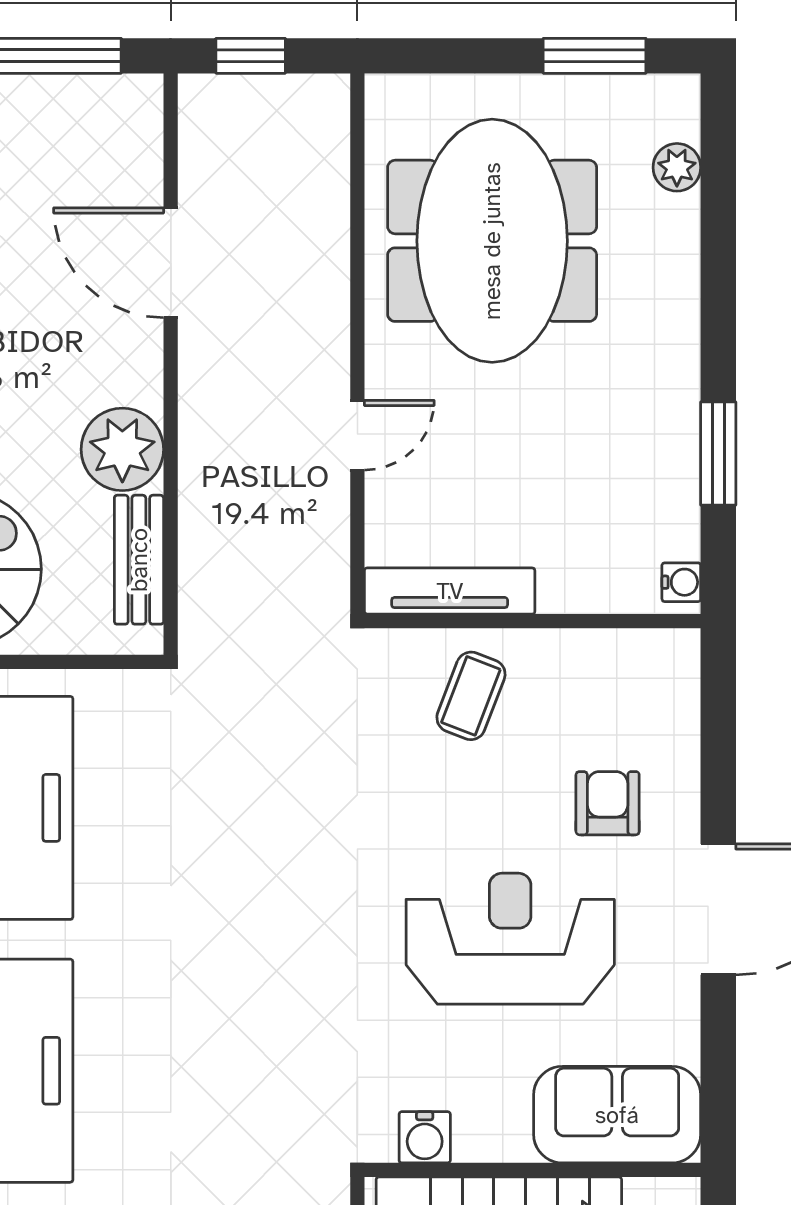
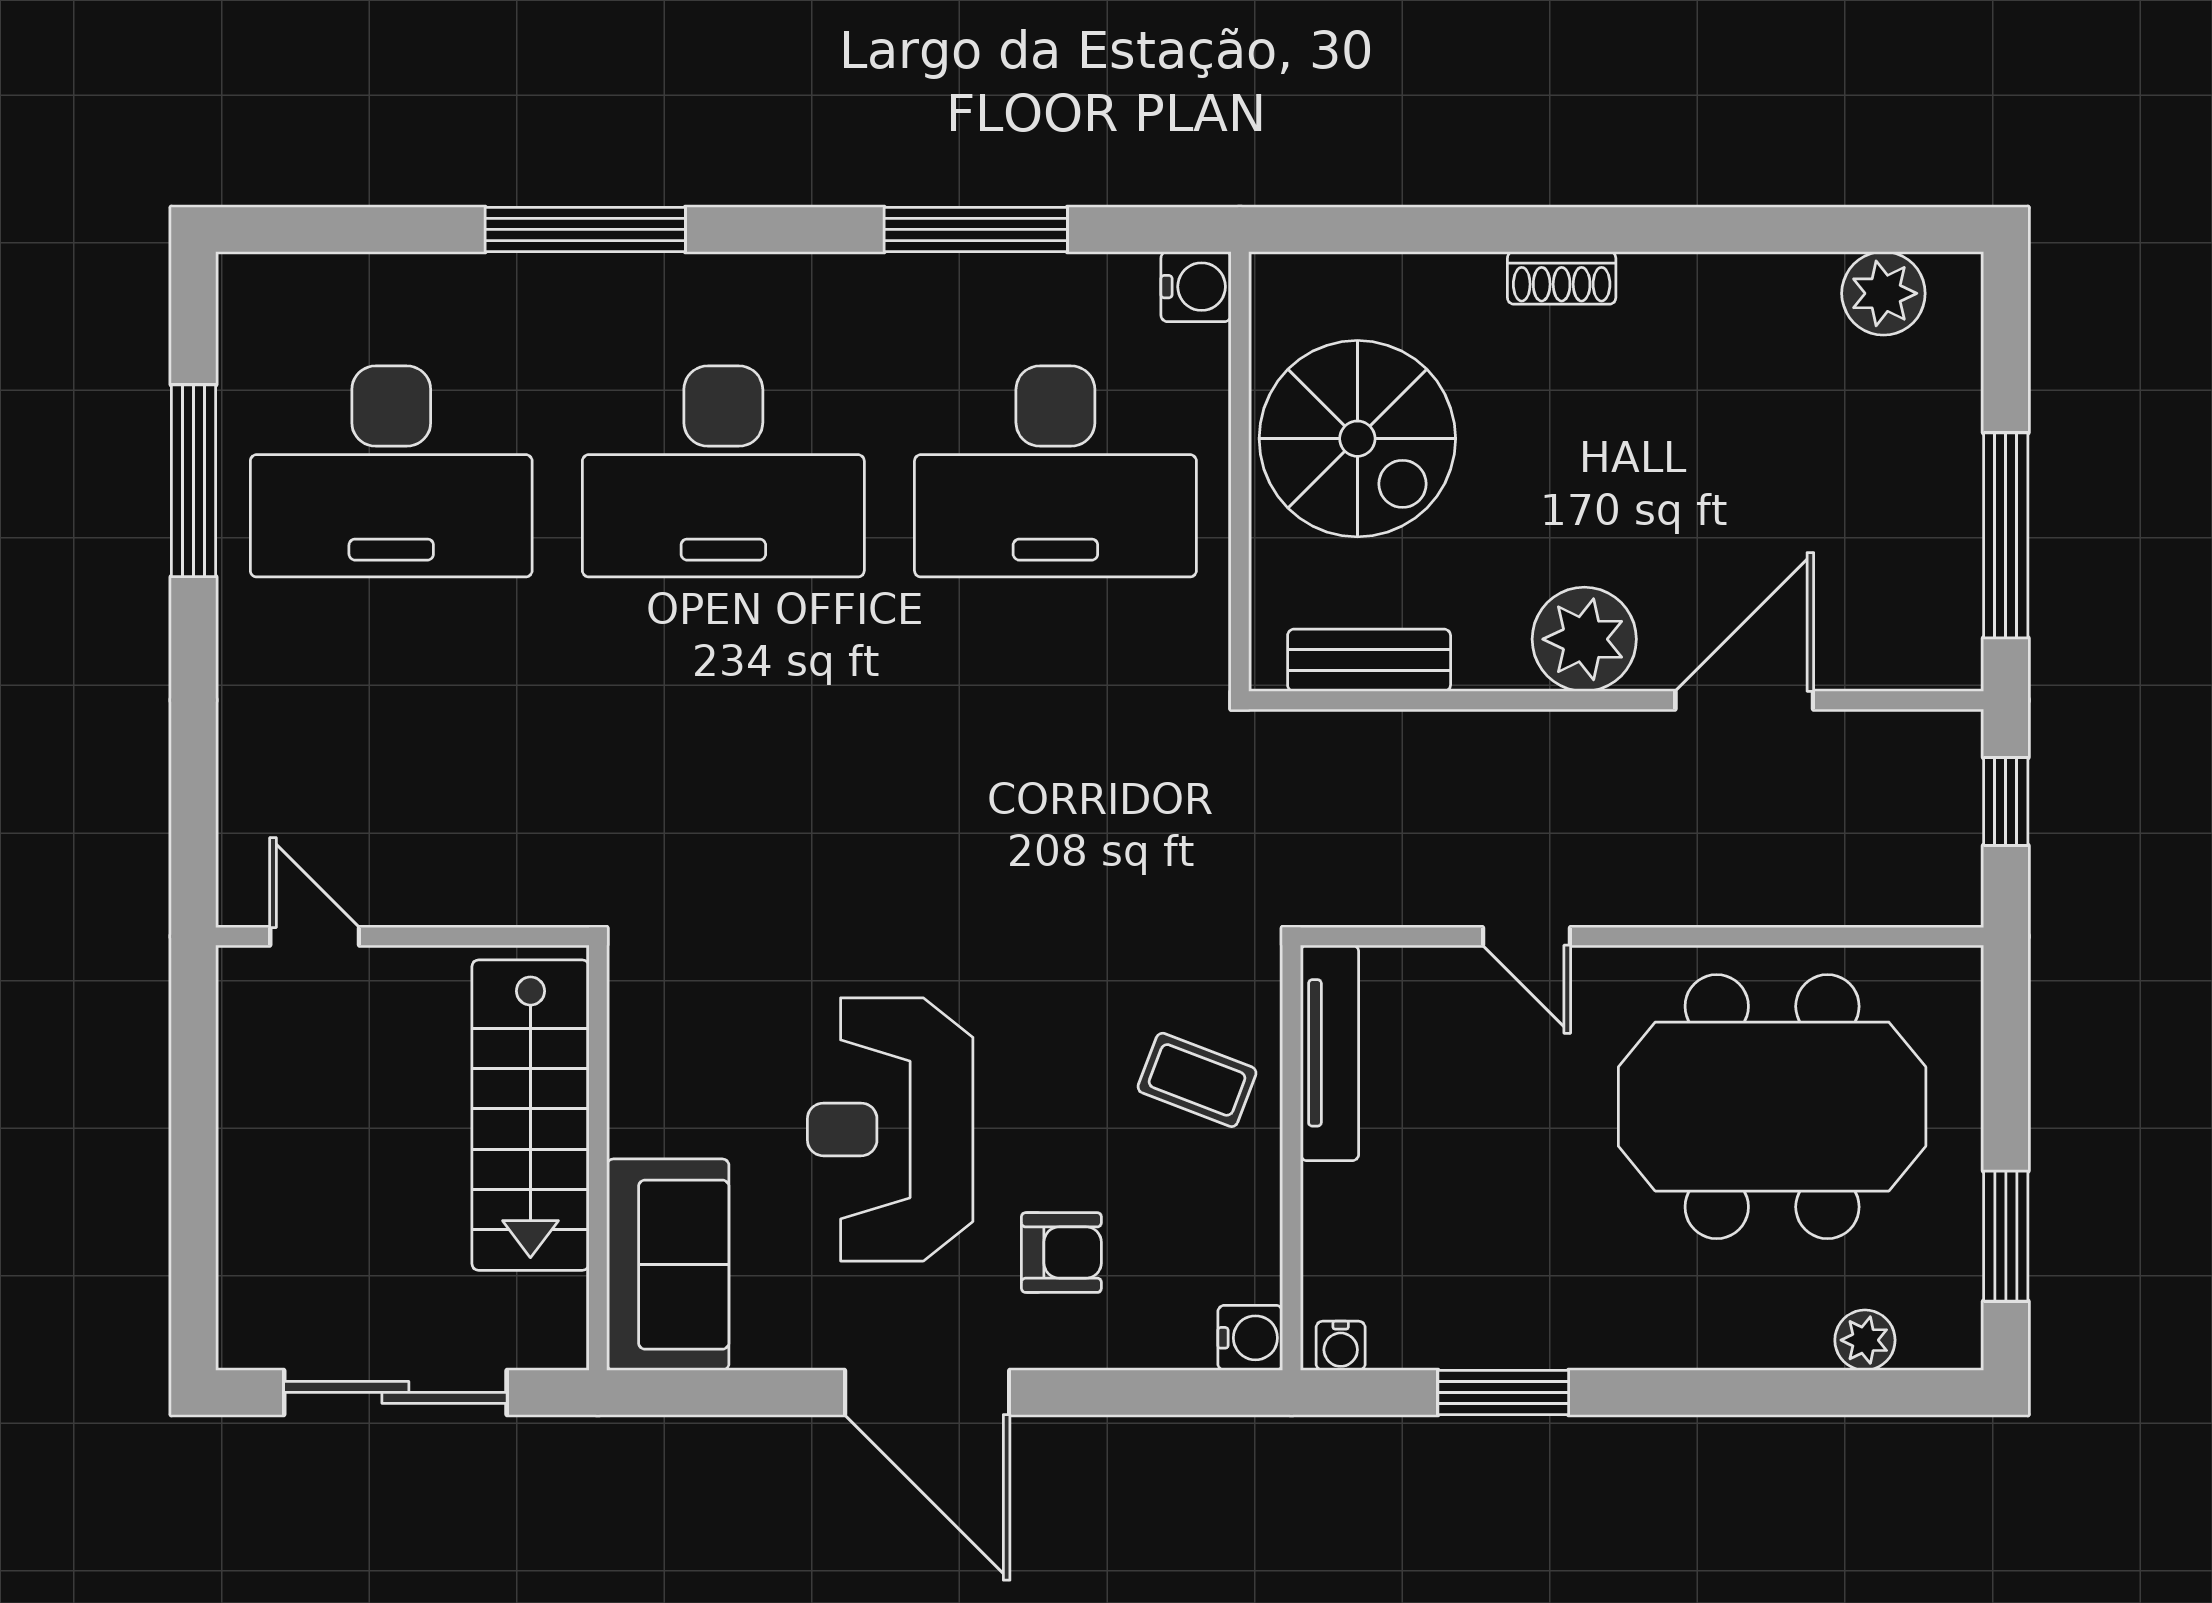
plant: (122, 449) -> (1584, 639), moved
reception desk: (510, 939) -> (890, 1129), turned 180
water cooler: (425, 1137) -> (1250, 1338), moved, turned 180

